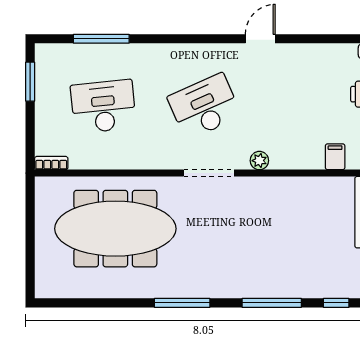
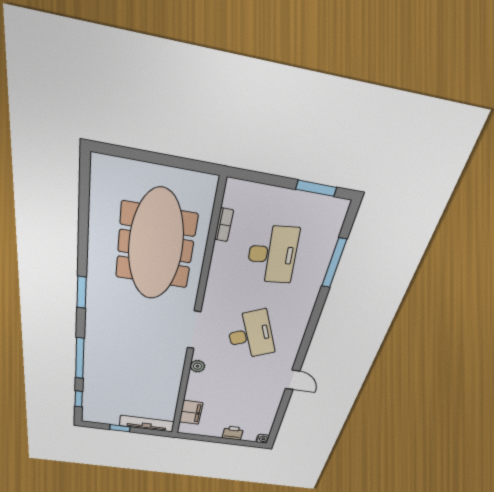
filing cabinet: (335, 157) -> (191, 412), width x2.00
bookcase: (51, 163) -> (224, 225), moved
window: (182, 303) -> (82, 292), width x0.69

